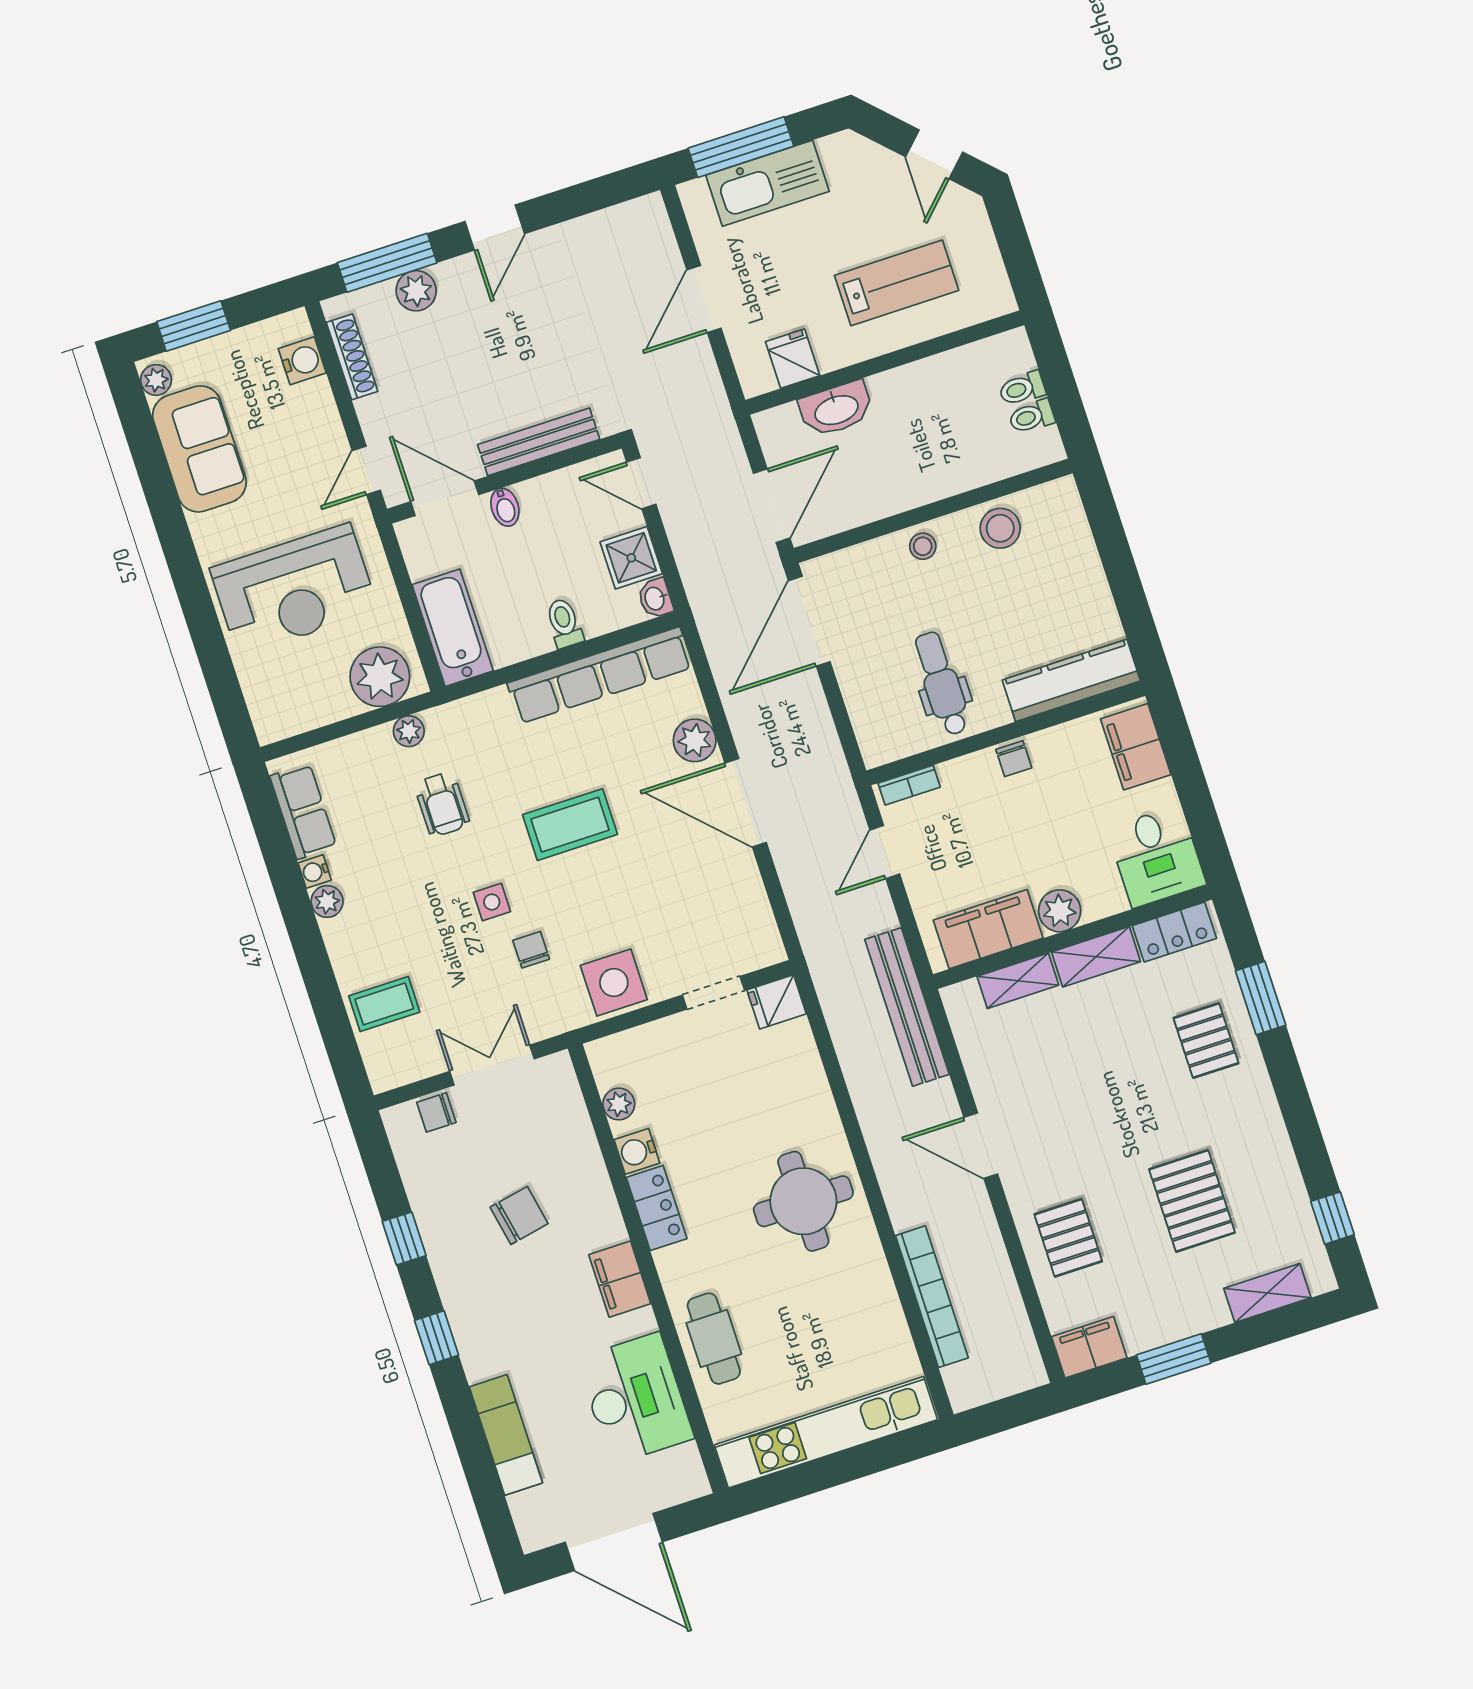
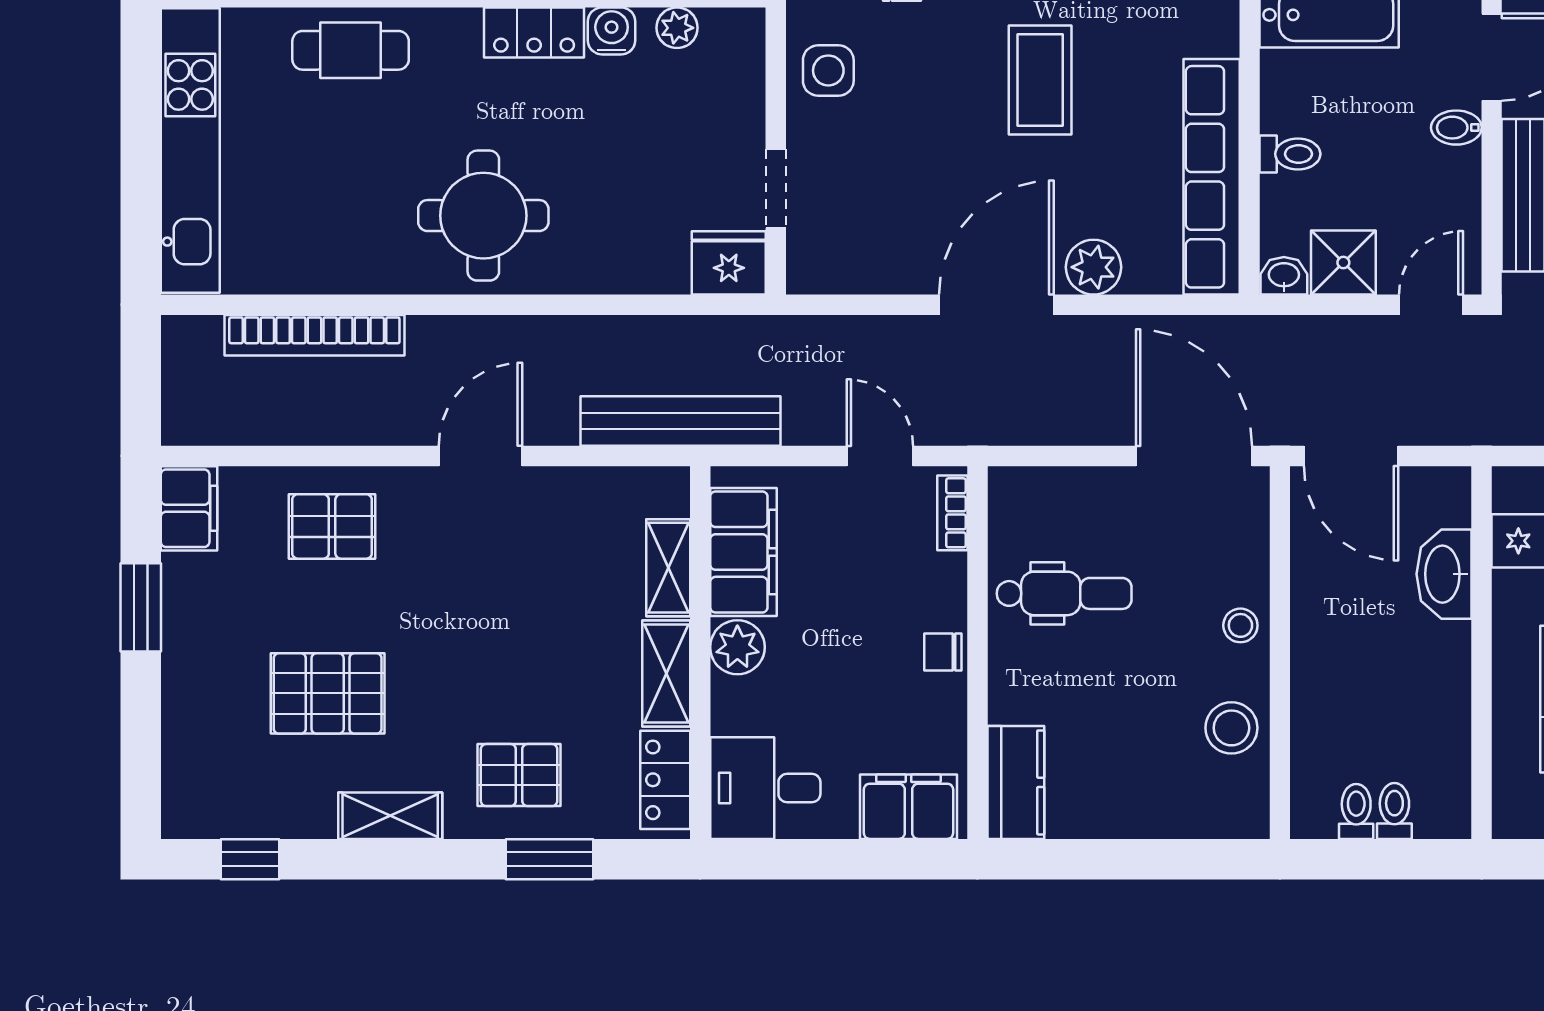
kitchen counter: (1071, 680) -> (1016, 782), width x0.67
side table: (614, 983) -> (828, 70), width x0.73, depth x0.73
fridge: (777, 1002) -> (729, 263), width x1.38
shelving: (1267, 1293) -> (390, 816), moved, turned 90

